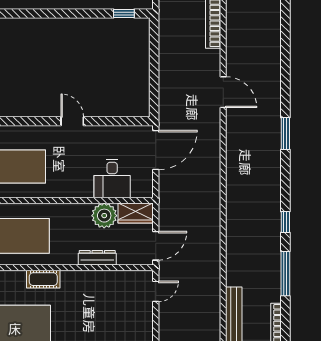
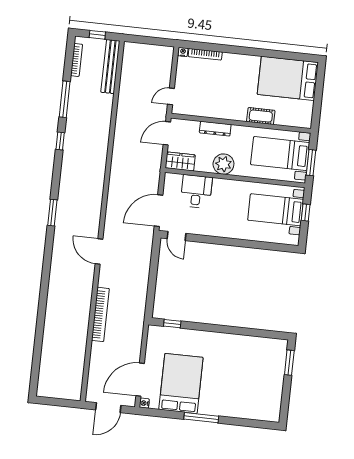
door: (72, 121) -> (177, 236), moved
plant: (104, 216) -> (223, 164), moved

